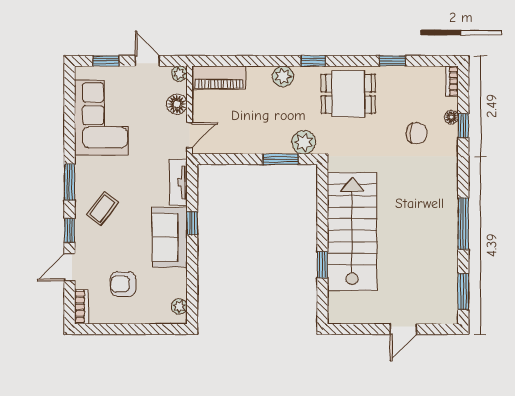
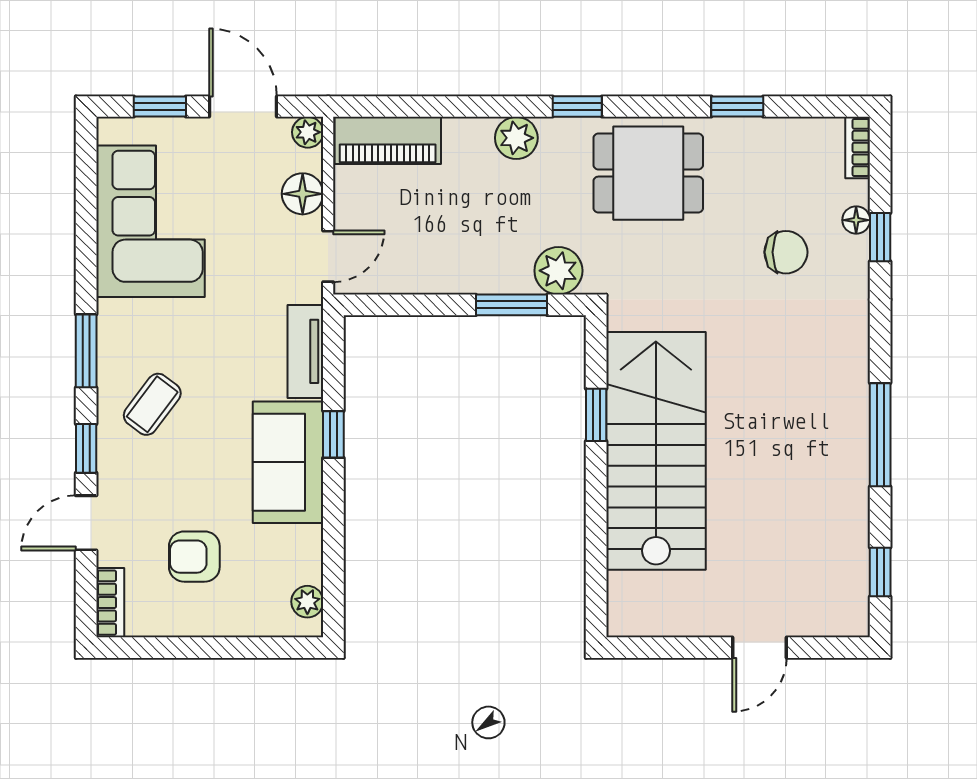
door: (147, 61) -> (243, 107), width x1.38
window: (322, 265) -> (596, 415), moved
window: (463, 292) -> (880, 572), width x0.67

